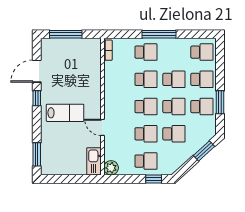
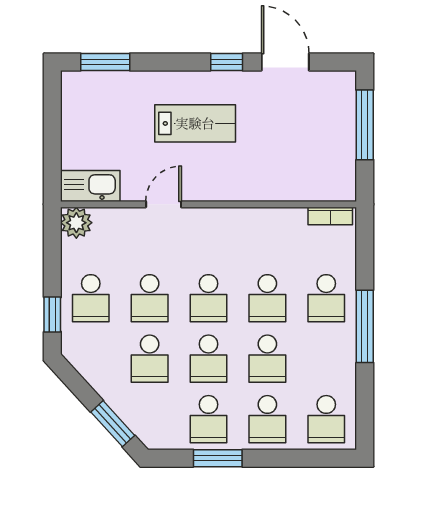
lab bench: (65, 113) -> (195, 123), turned -90

